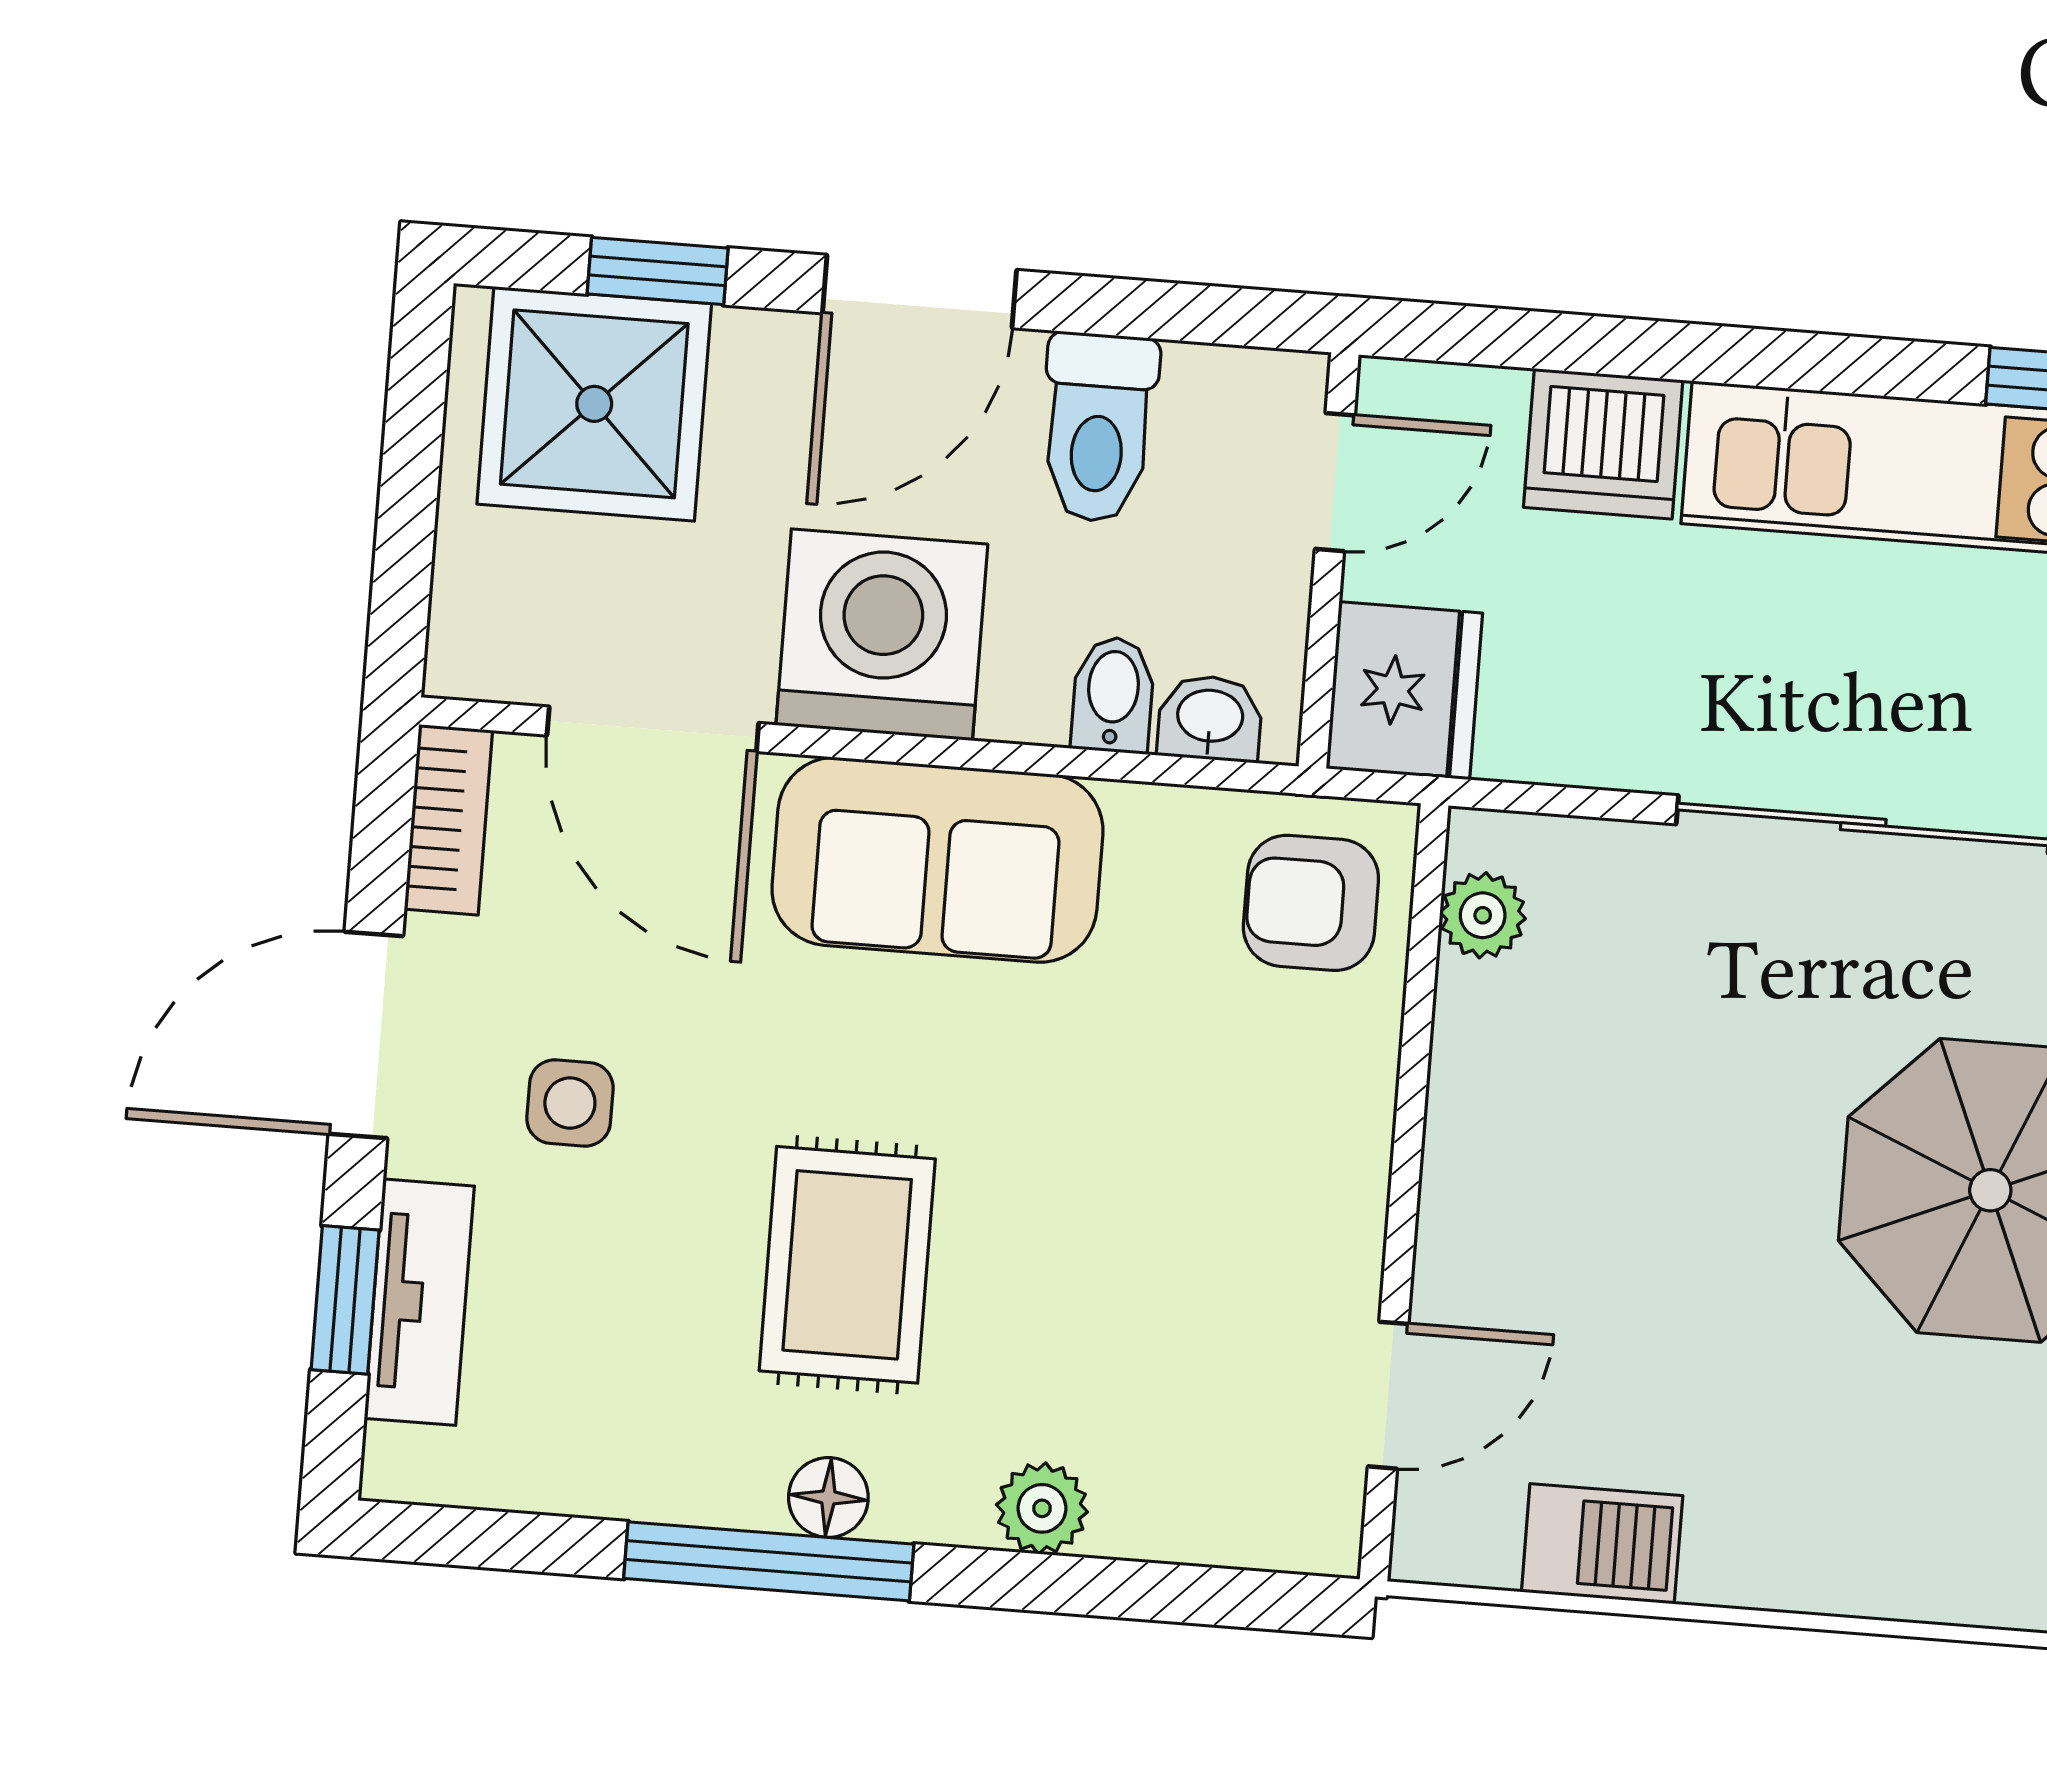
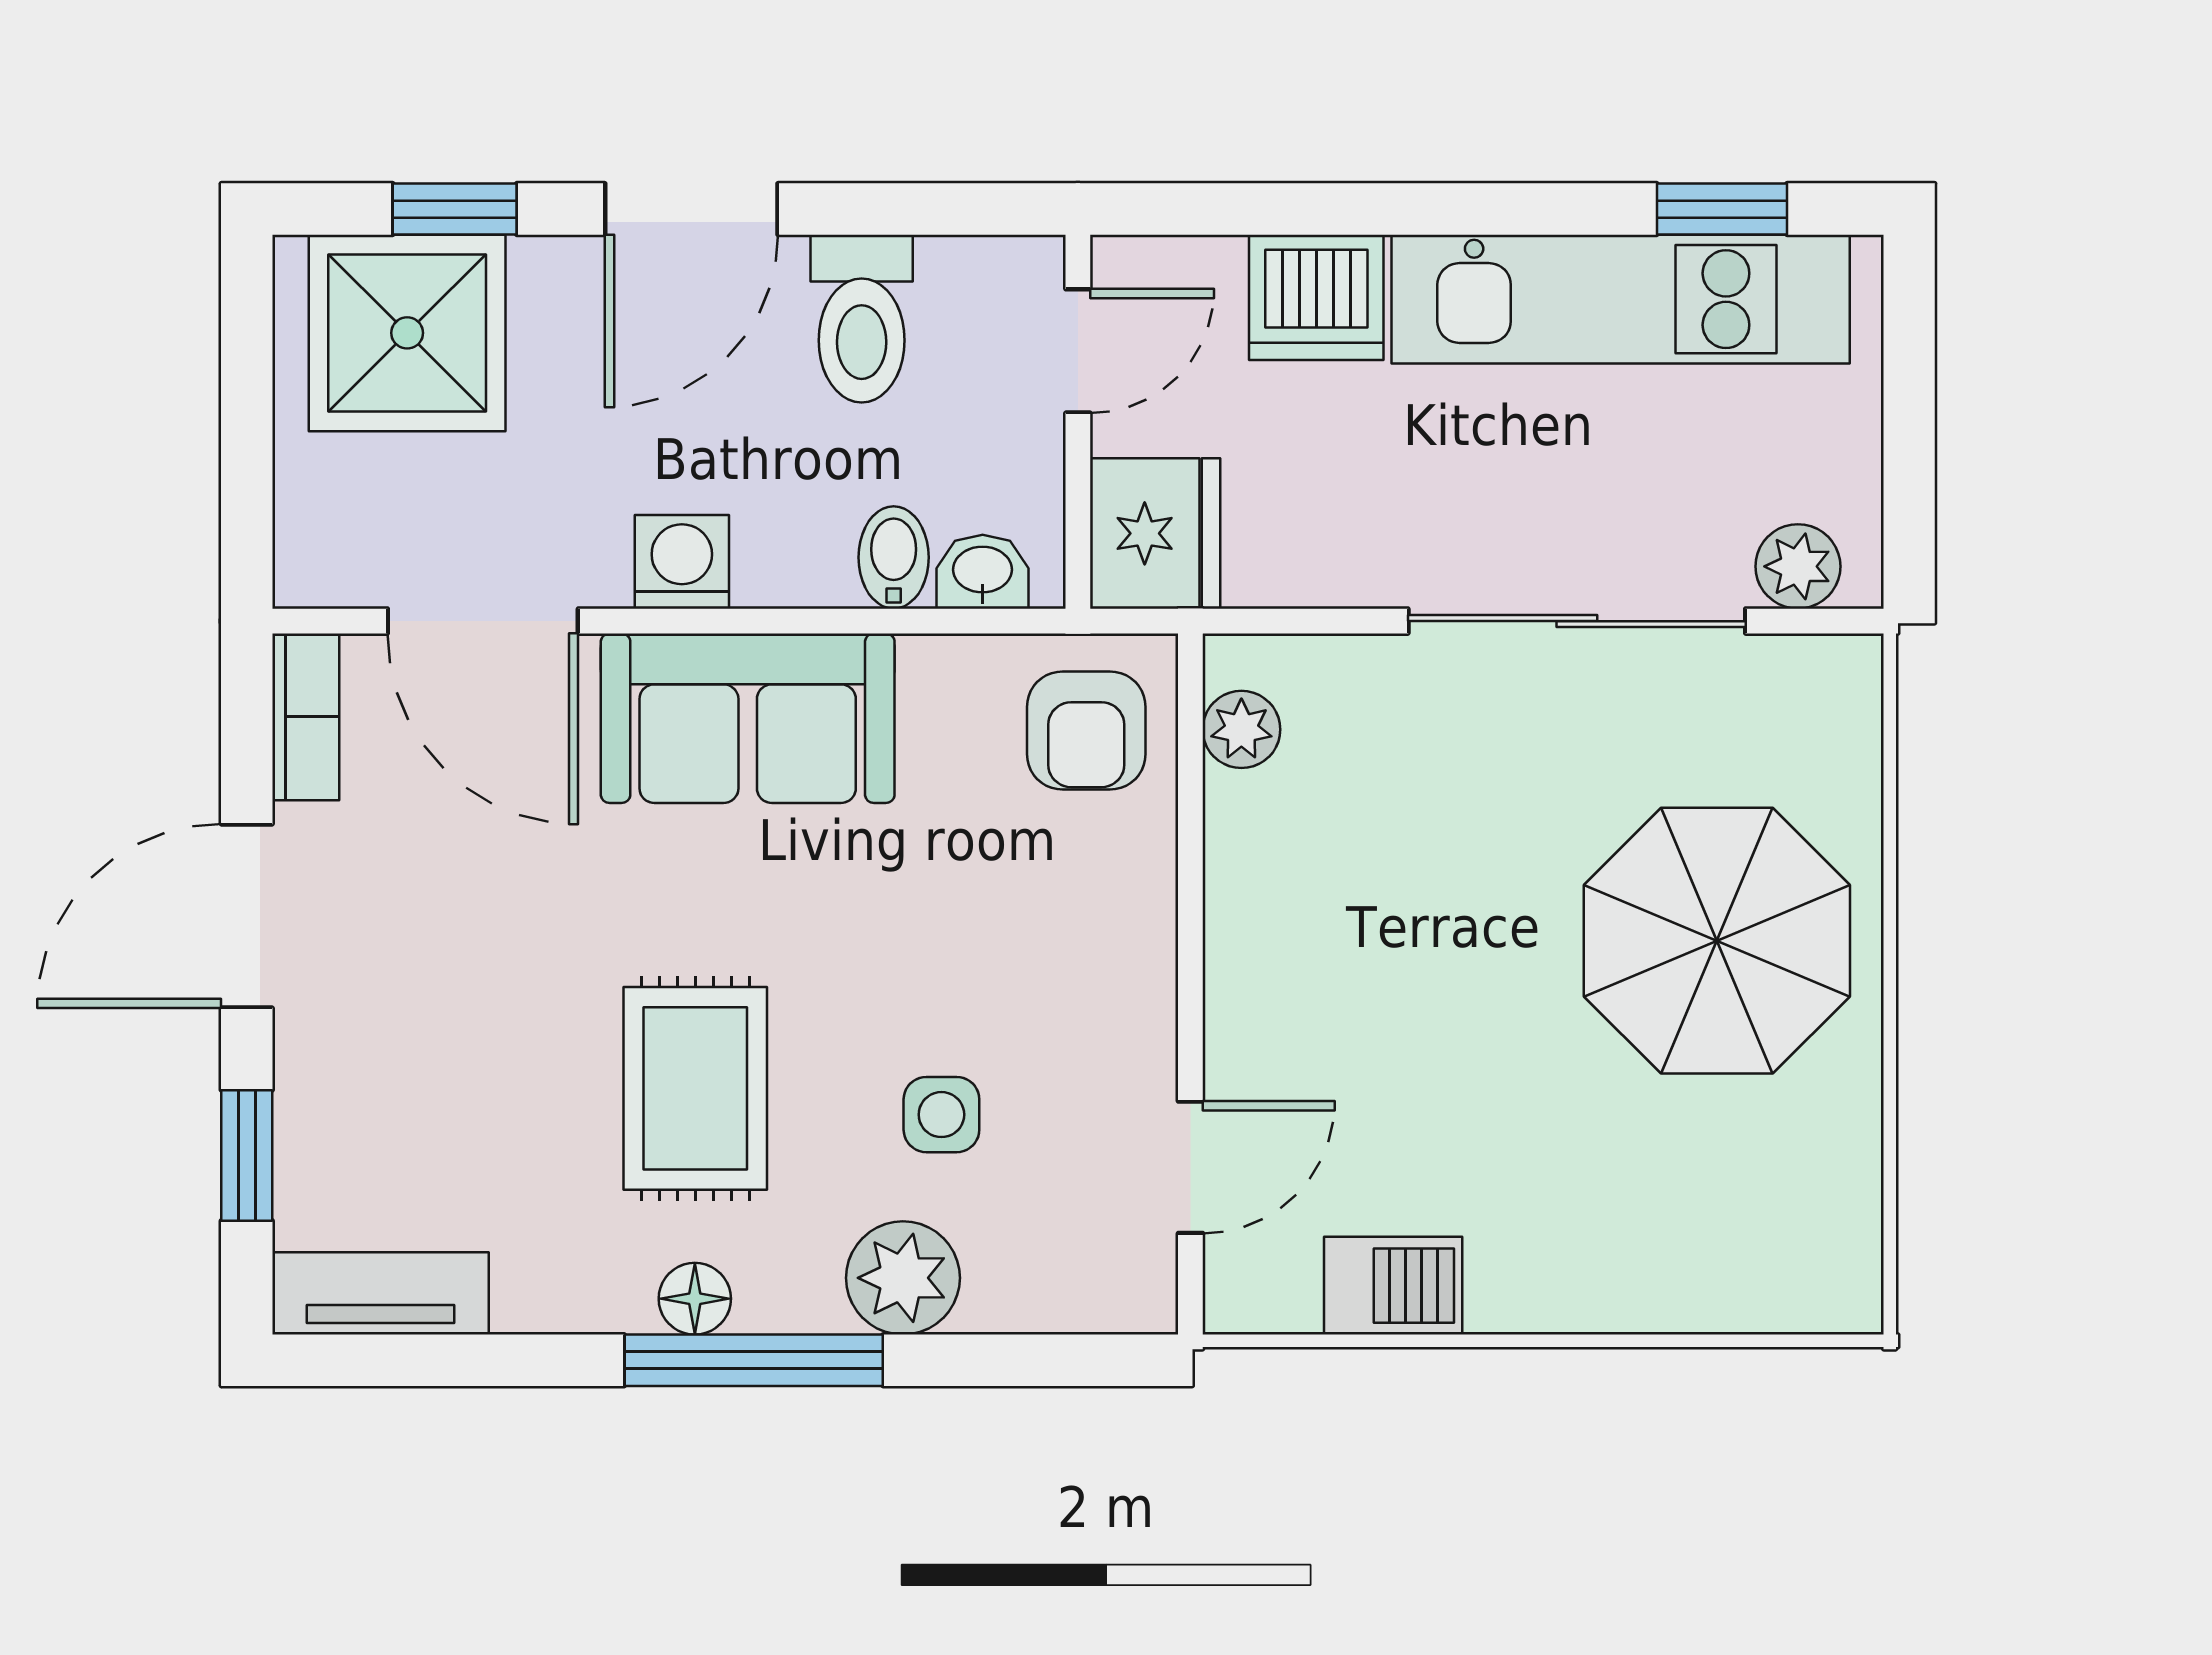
washing machine: (882, 635) -> (682, 562), width x0.53, depth x0.53
armchair: (1311, 903) -> (1086, 731), turned -90
side table: (570, 1103) -> (941, 1115), moved
tv unit: (419, 1302) -> (380, 1293), moved, turned -90
plant: (1042, 1508) -> (903, 1278), width x1.38, depth x1.38
window: (769, 1561) -> (754, 1360), moved

